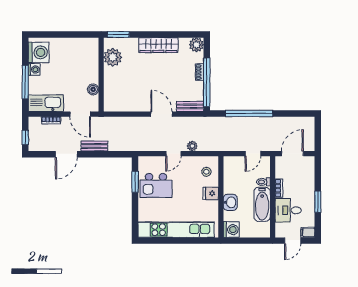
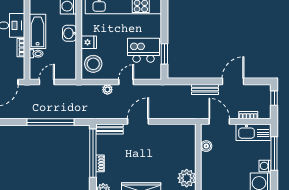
door: (162, 114) -> (138, 121), swing flipped
stool: (206, 172) -> (93, 64), width x1.89, depth x1.89

